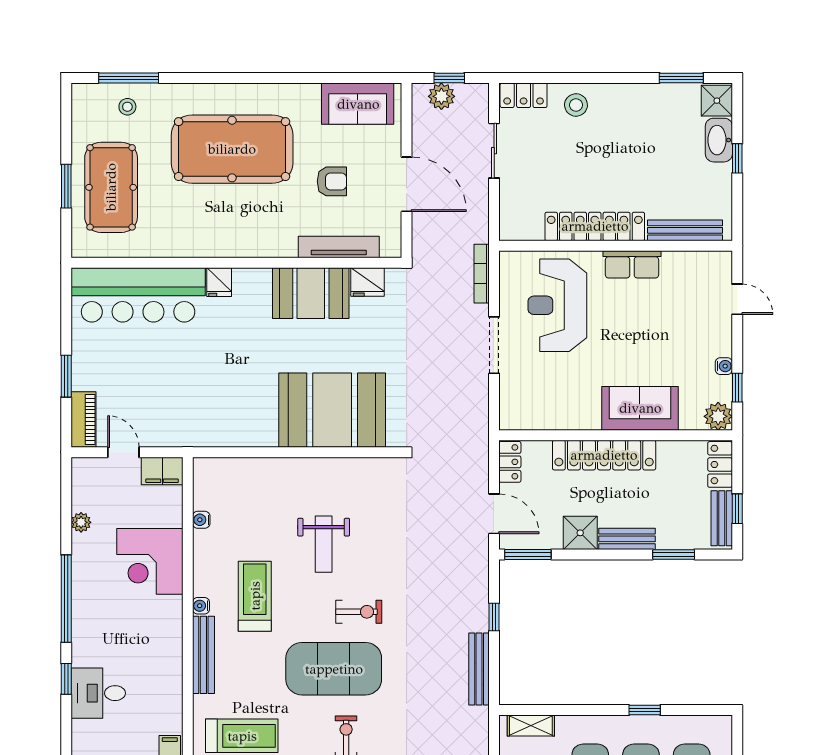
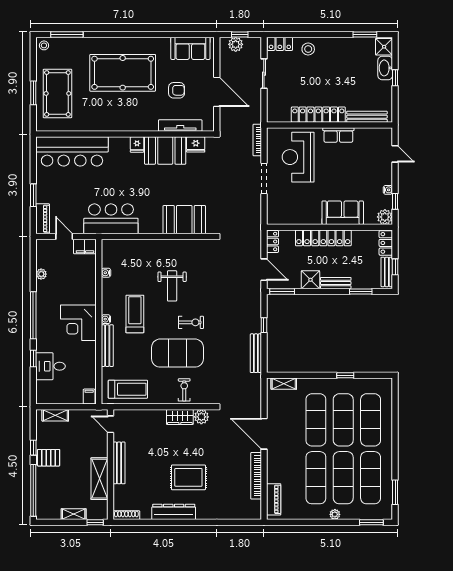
stool: (127, 107) -> (44, 45), moved
fridge: (219, 282) -> (137, 145), moved
booth: (332, 410) -> (184, 220), width x0.73, depth x0.70
bar counter: (210, 420) -> (111, 219), added
corner desk: (150, 561) -> (78, 323), moved

